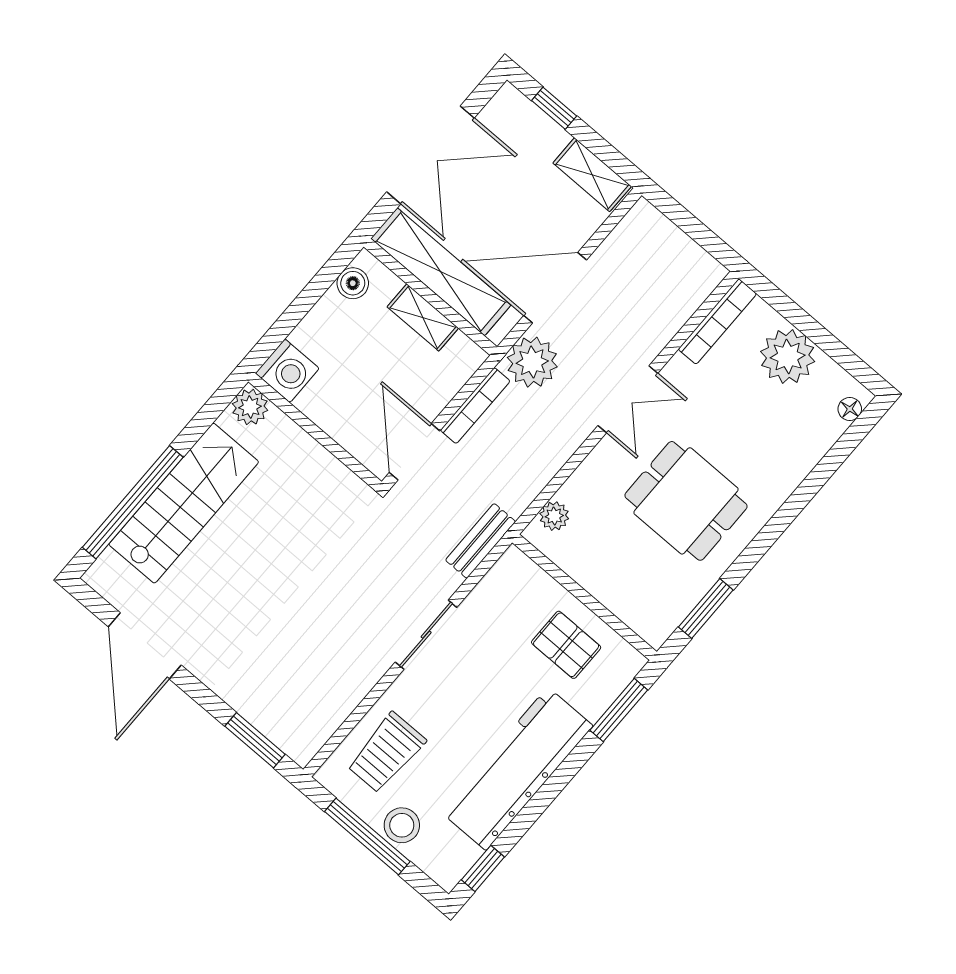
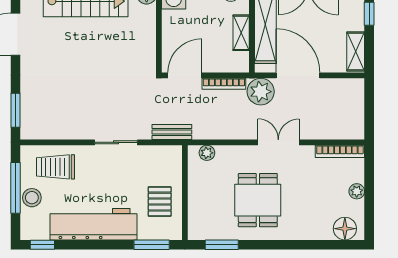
plant: (788, 357) -> (357, 191), width x0.53, depth x0.53
double door: (628, 399) -> (278, 142), swing flipped
floor lamp: (850, 409) -> (345, 229), width x1.89, depth x1.89

